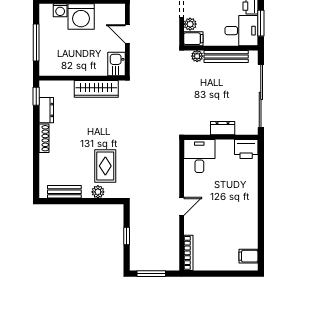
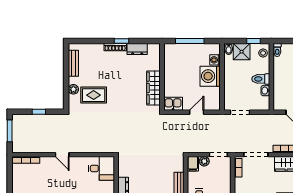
plant: (197, 56) -> (179, 167), removed
window: (36, 96) -> (122, 41), moved

